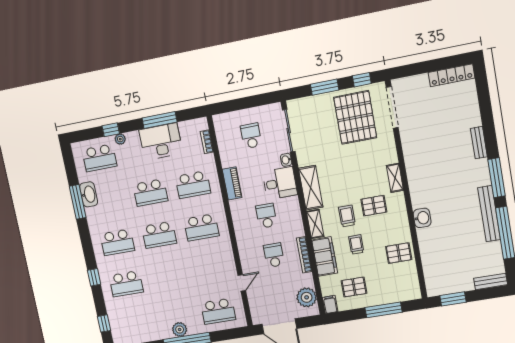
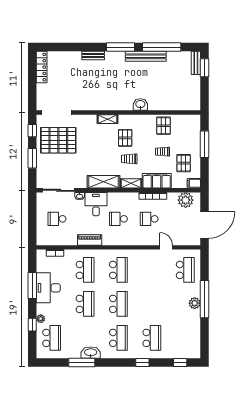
washbasin: (89, 194) -> (91, 353), moved
trolley: (356, 244) -> (162, 152), moved
window: (453, 299) -> (205, 68), moved

